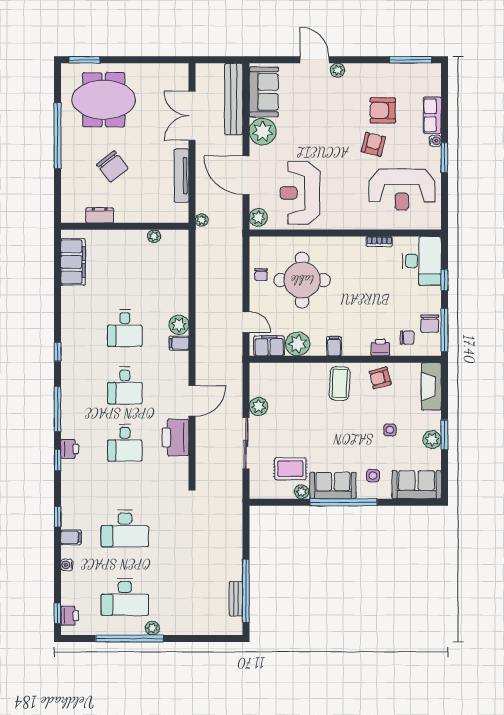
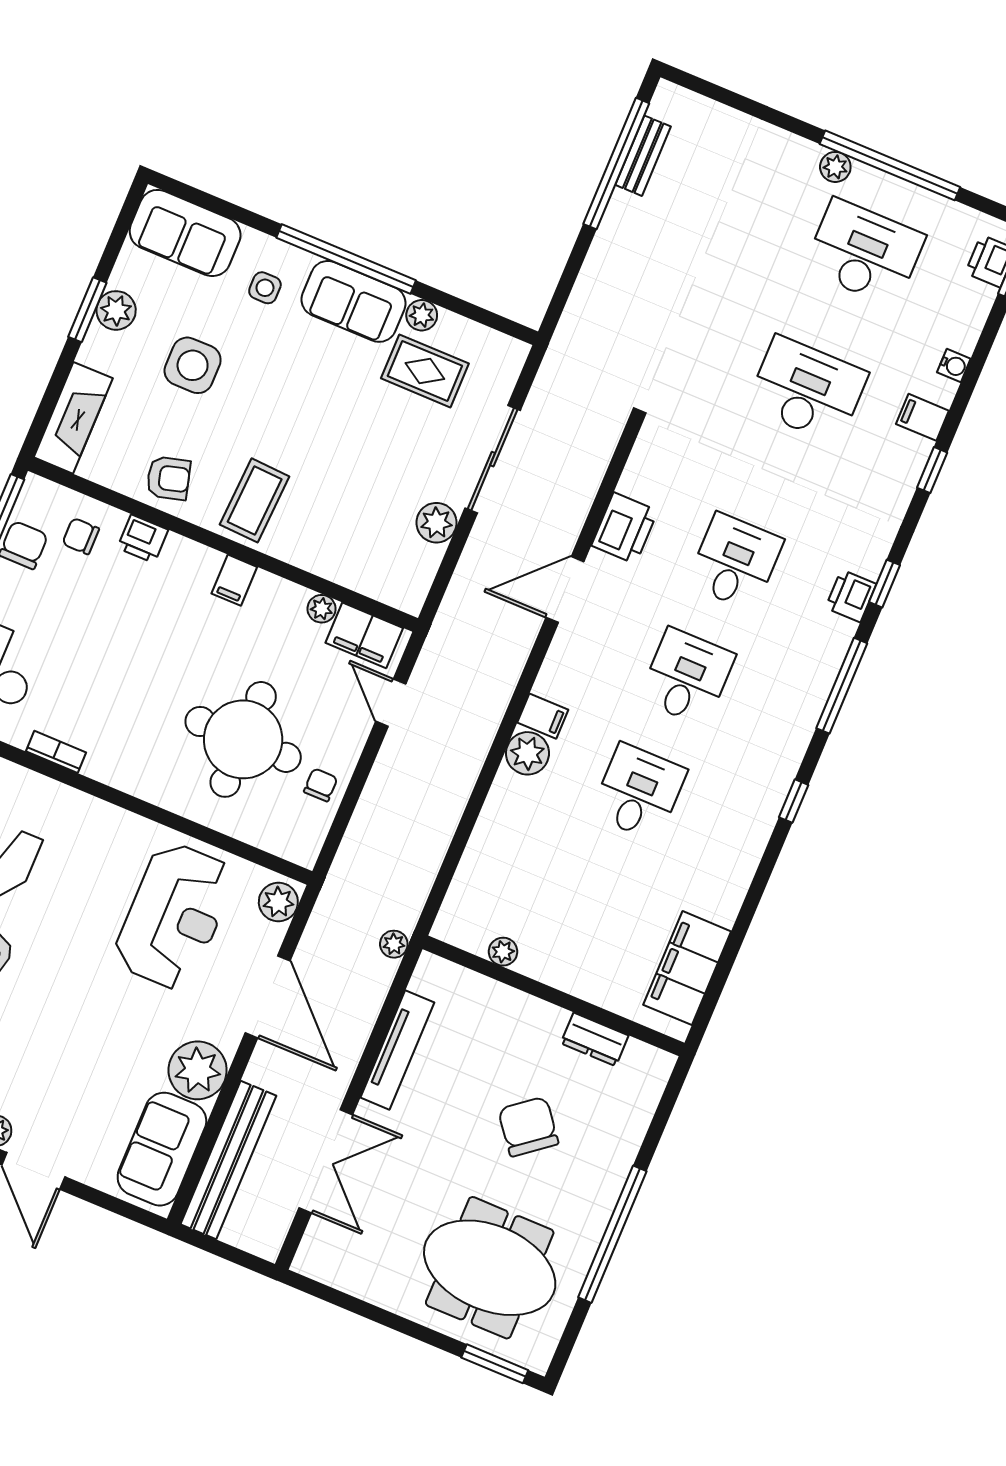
plant: (298, 344) -> (322, 609), width x0.53, depth x0.53
side table: (390, 430) -> (193, 365), width x1.87, depth x1.87
printer: (176, 437) -> (625, 528), width x0.73, depth x0.84

